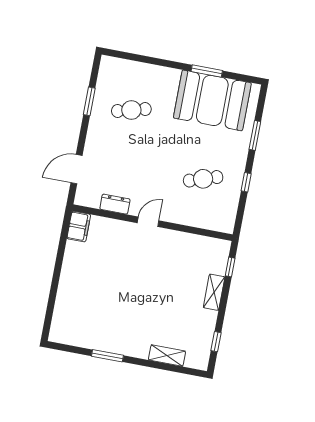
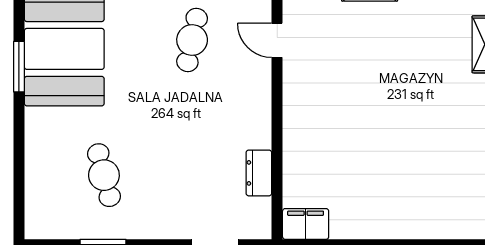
cafe table: (203, 179) -> (192, 40), turned 30
door: (148, 222) -> (277, 40), moved

